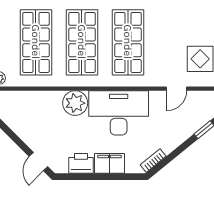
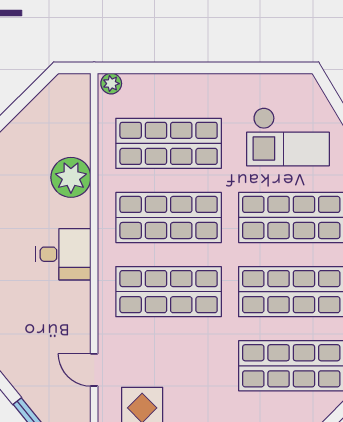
plant: (75, 103) -> (71, 177), moved
desk: (119, 113) -> (63, 254), width x0.53, depth x0.77

